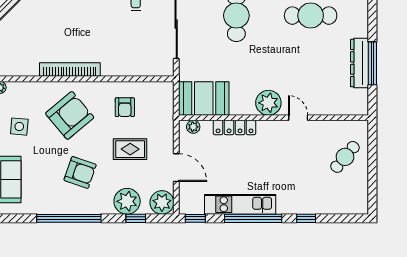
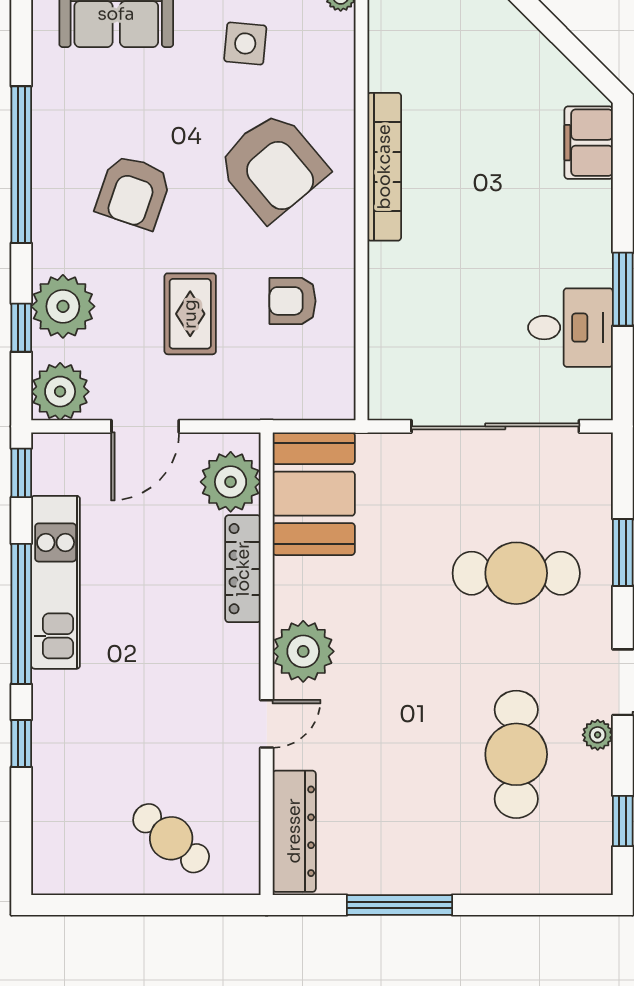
dresser: (359, 63) -> (294, 831), moved, turned 90
plant: (193, 127) -> (231, 482), width x1.87, depth x1.87

